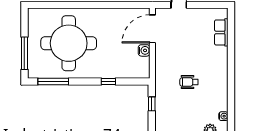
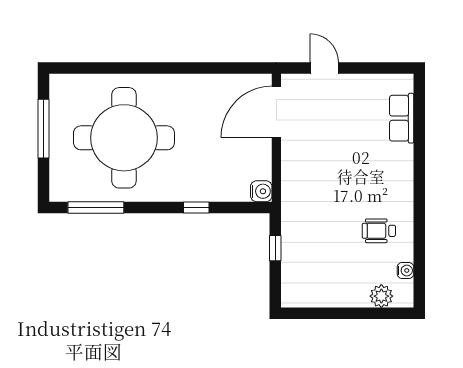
water cooler: (144, 50) -> (261, 191), moved
window: (24, 53) -> (44, 129), moved
wheelchair: (189, 82) -> (379, 231), moved

